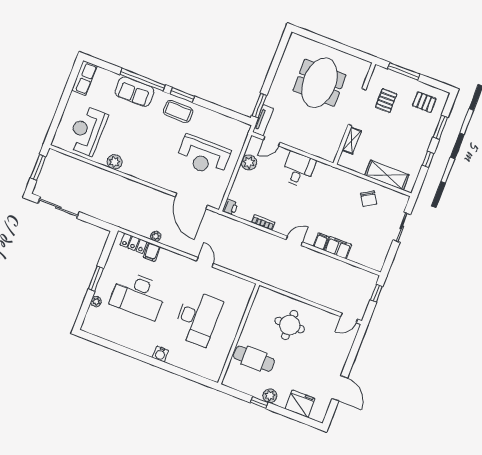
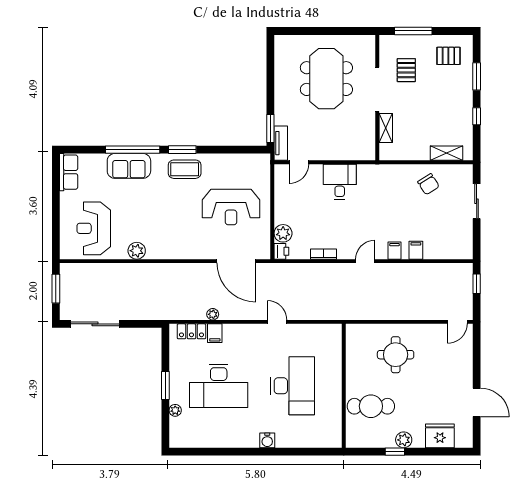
plant: (249, 162) -> (283, 233), moved
shelving: (387, 175) -> (446, 153), width x0.67, depth x0.75
filing cabinet: (338, 248) -> (416, 250), width x0.50

